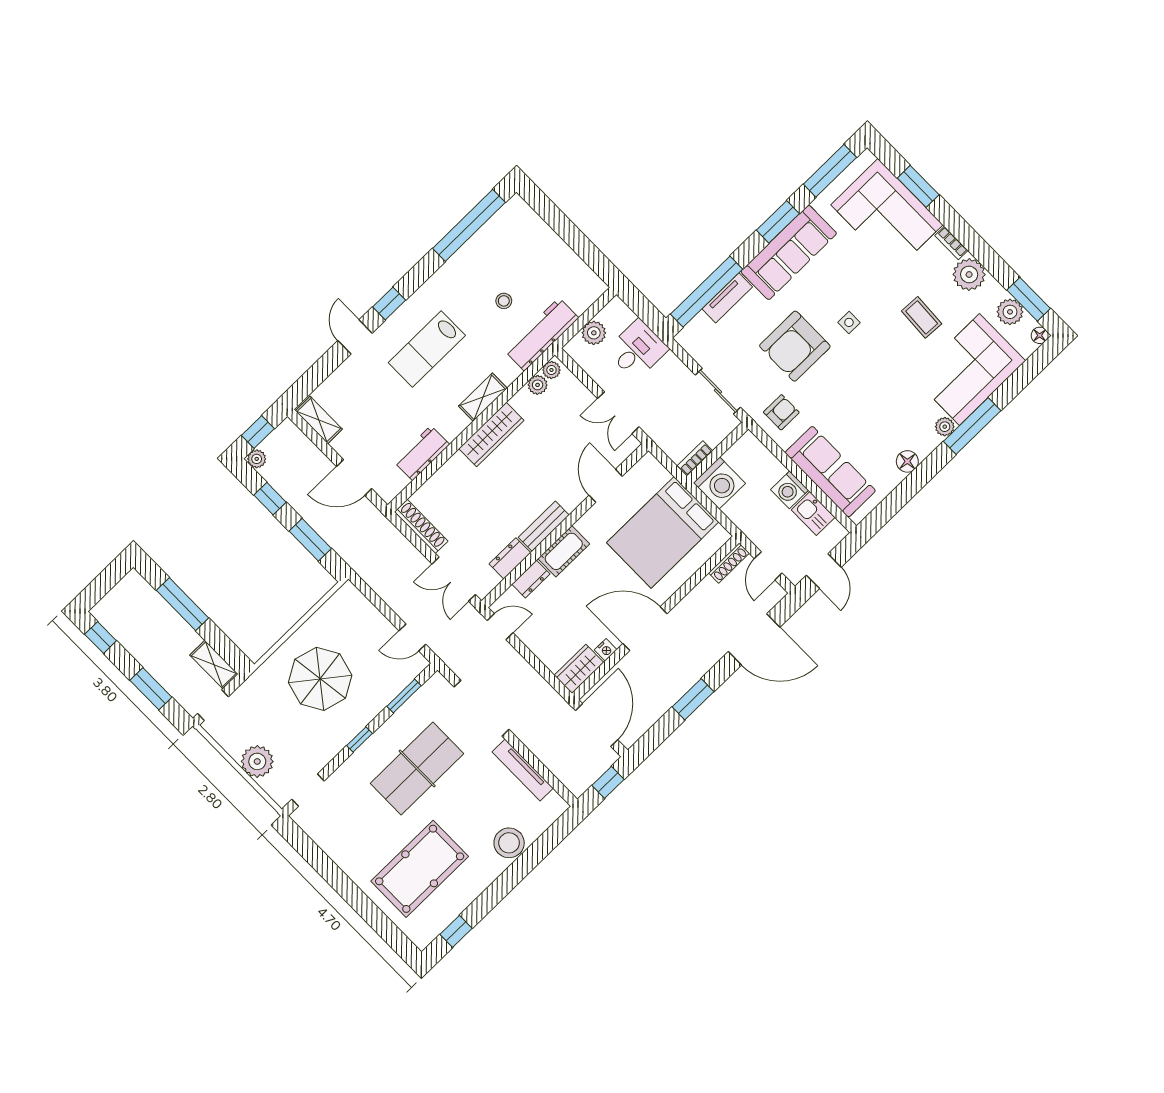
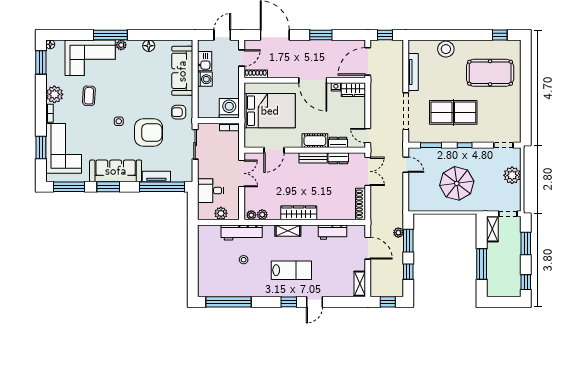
plant: (1010, 312) -> (53, 65), removed
plant: (257, 459) -> (398, 233), moved

